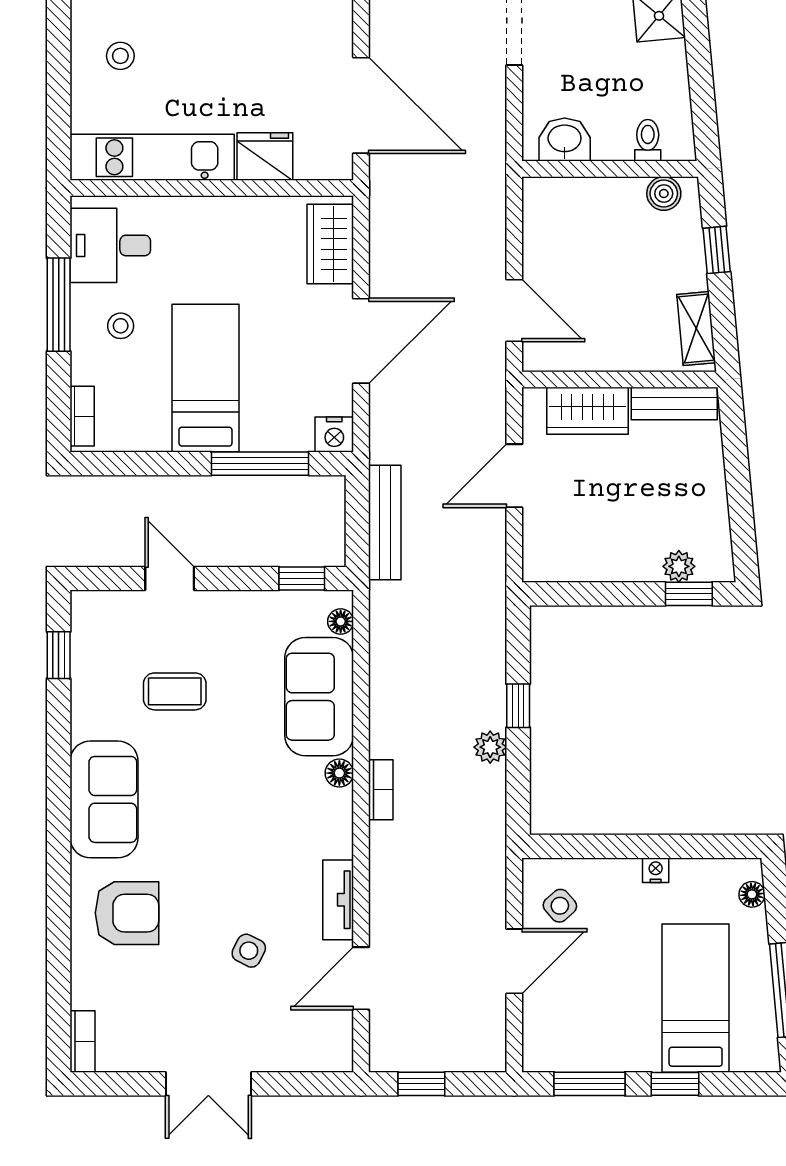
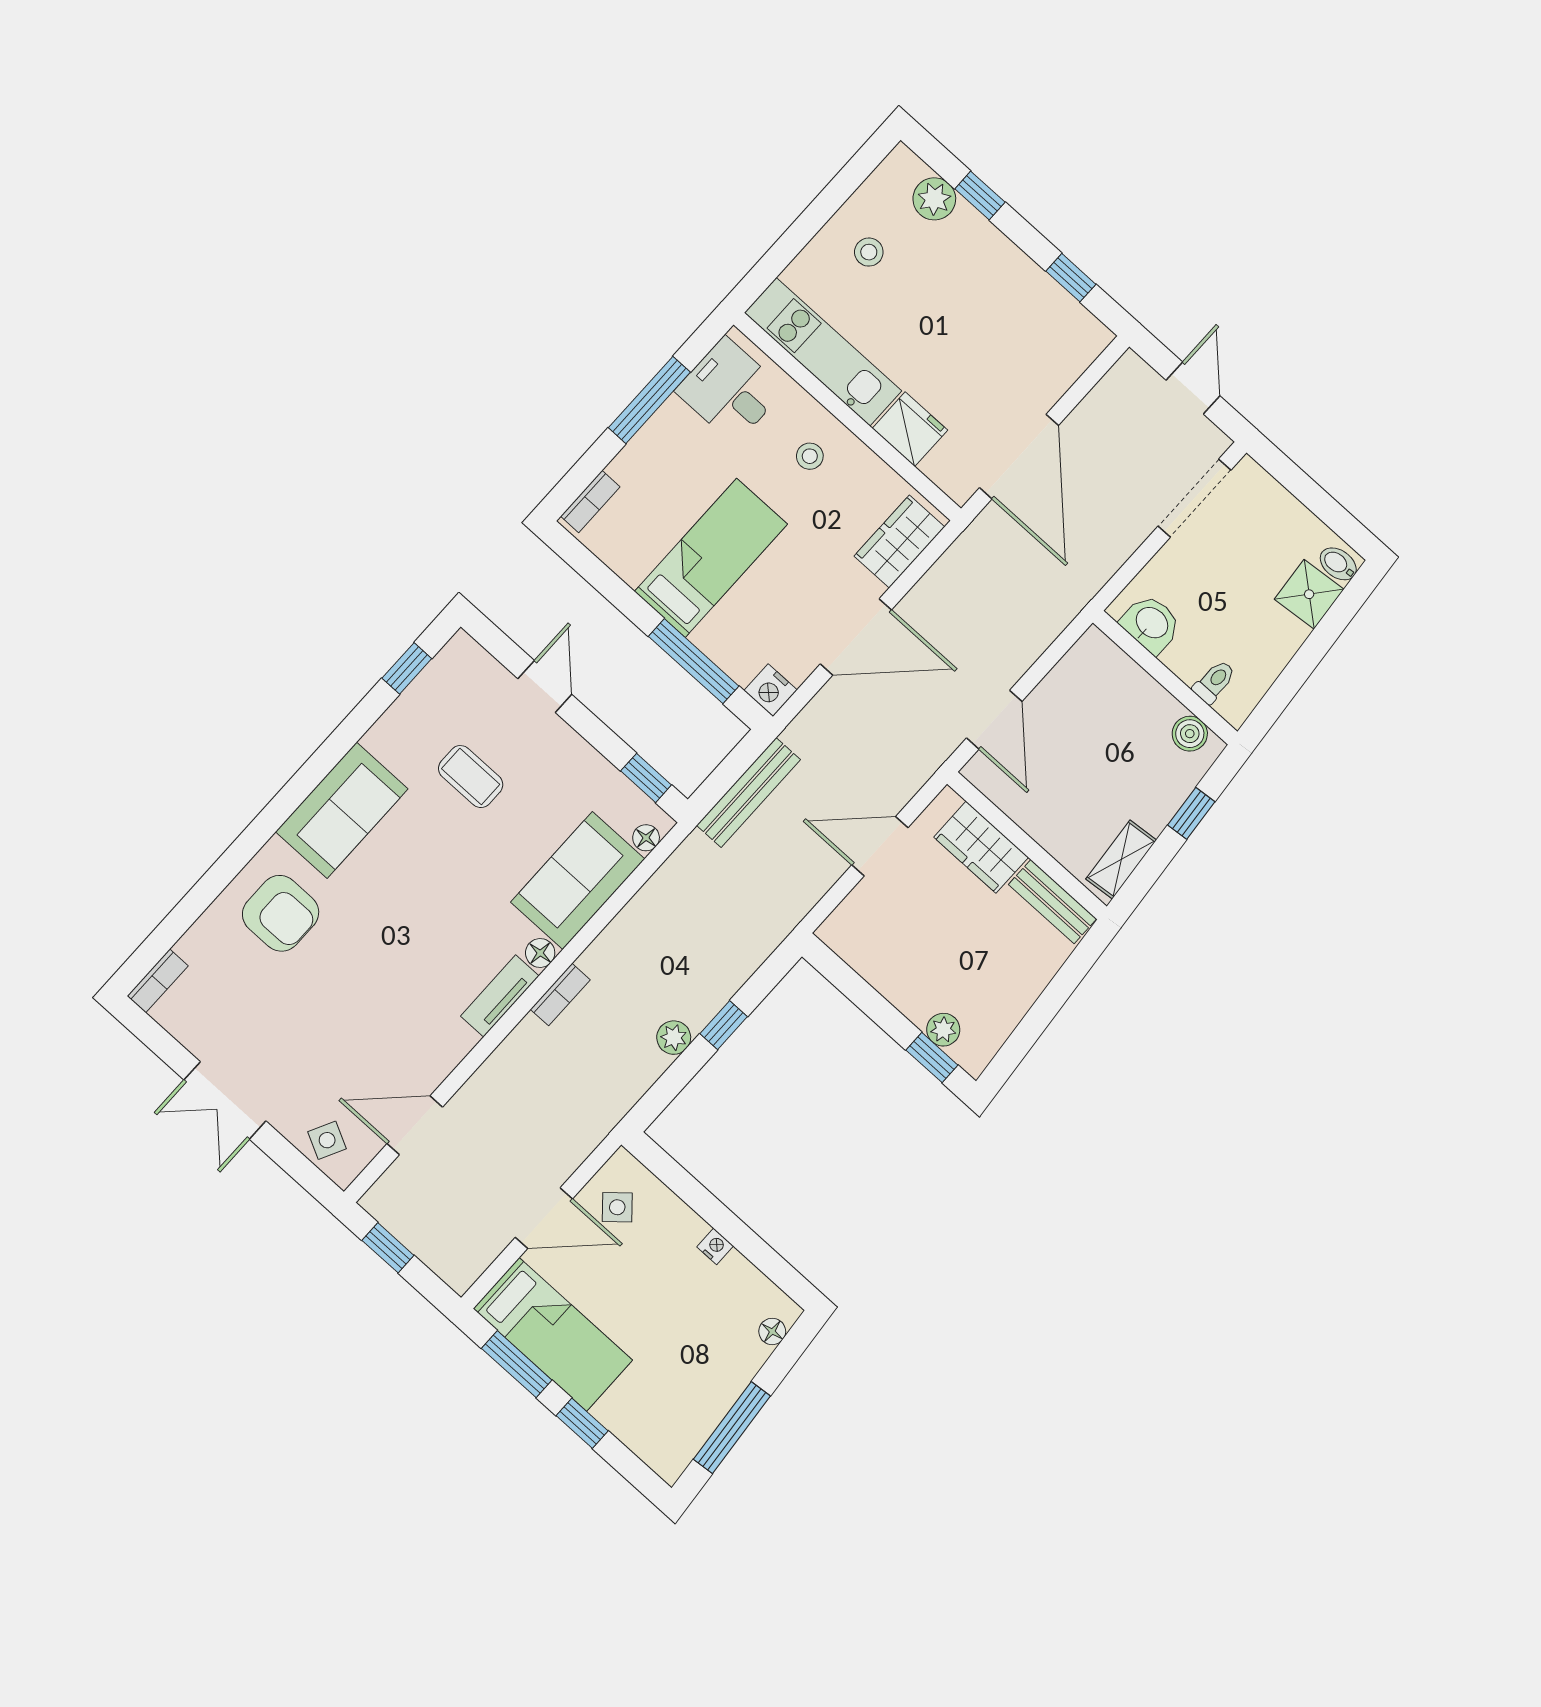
stool: (121, 326) -> (810, 456), moved
tv unit: (338, 900) -> (500, 996), moved
side table: (249, 951) -> (327, 1140), moved
bed: (696, 998) -> (553, 1334), moved, turned 90

